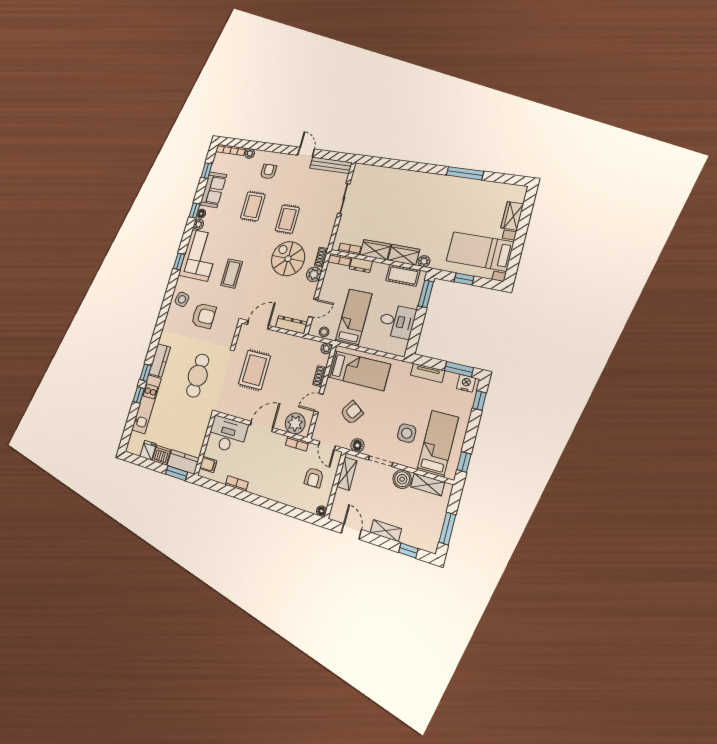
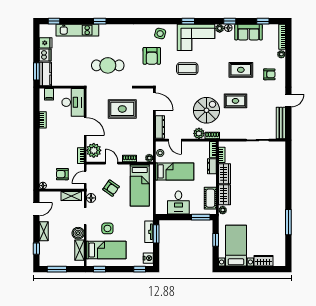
kitchen counter: (160, 360) -> (111, 30), removed
window: (459, 369) -> (156, 234), moved
window: (139, 395) -> (54, 21), moved

